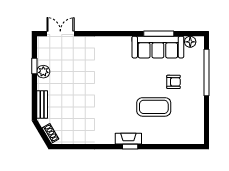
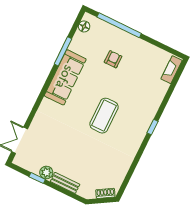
sofa: (158, 47) -> (65, 77), moved
bench: (42, 104) -> (65, 183), moved
coffee table: (154, 107) -> (104, 116), moved
fireplace: (128, 139) -> (172, 70), moved

